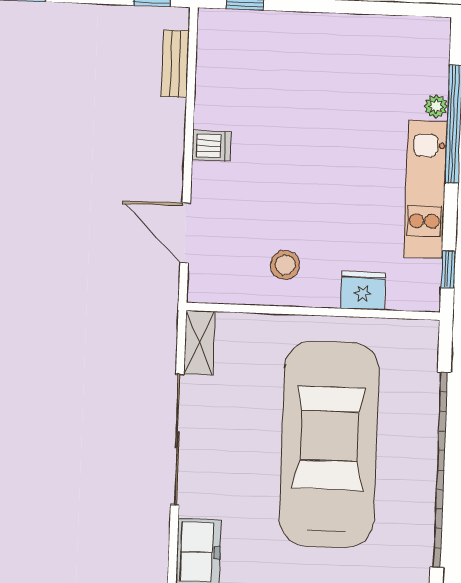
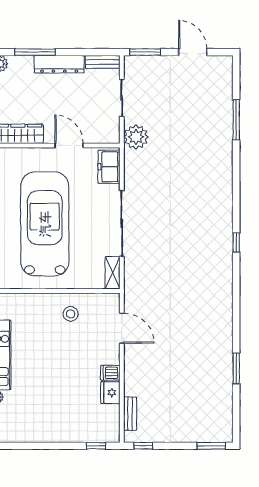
fridge: (363, 291) -> (110, 393), moved, turned 90
car: (329, 444) -> (45, 224), turned 180

